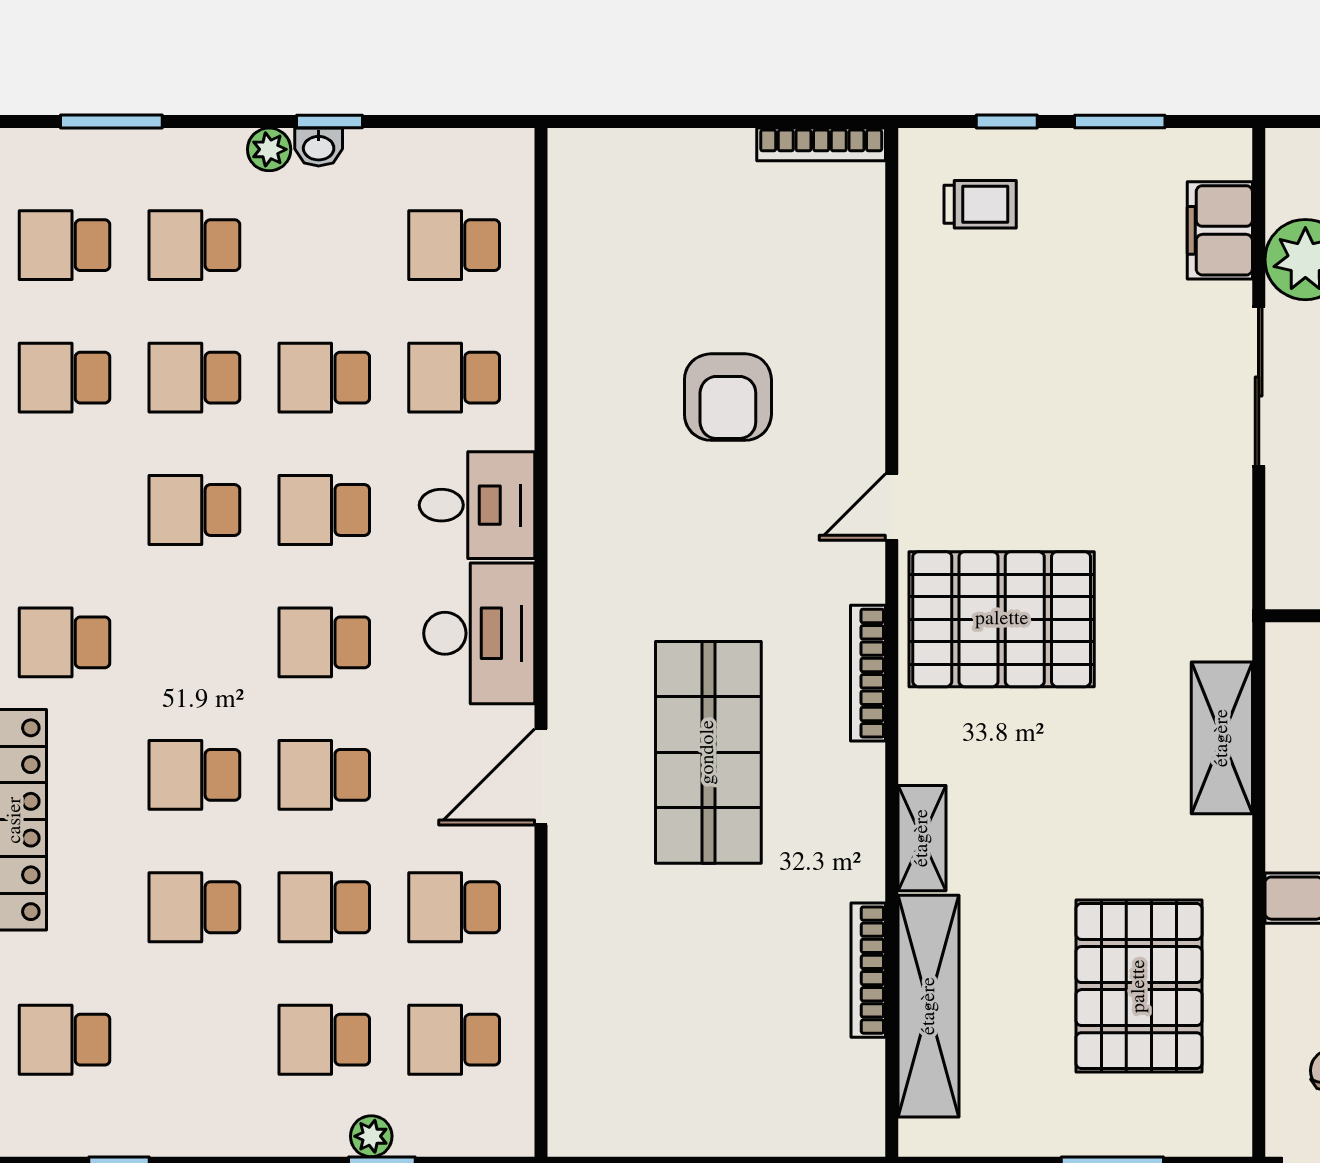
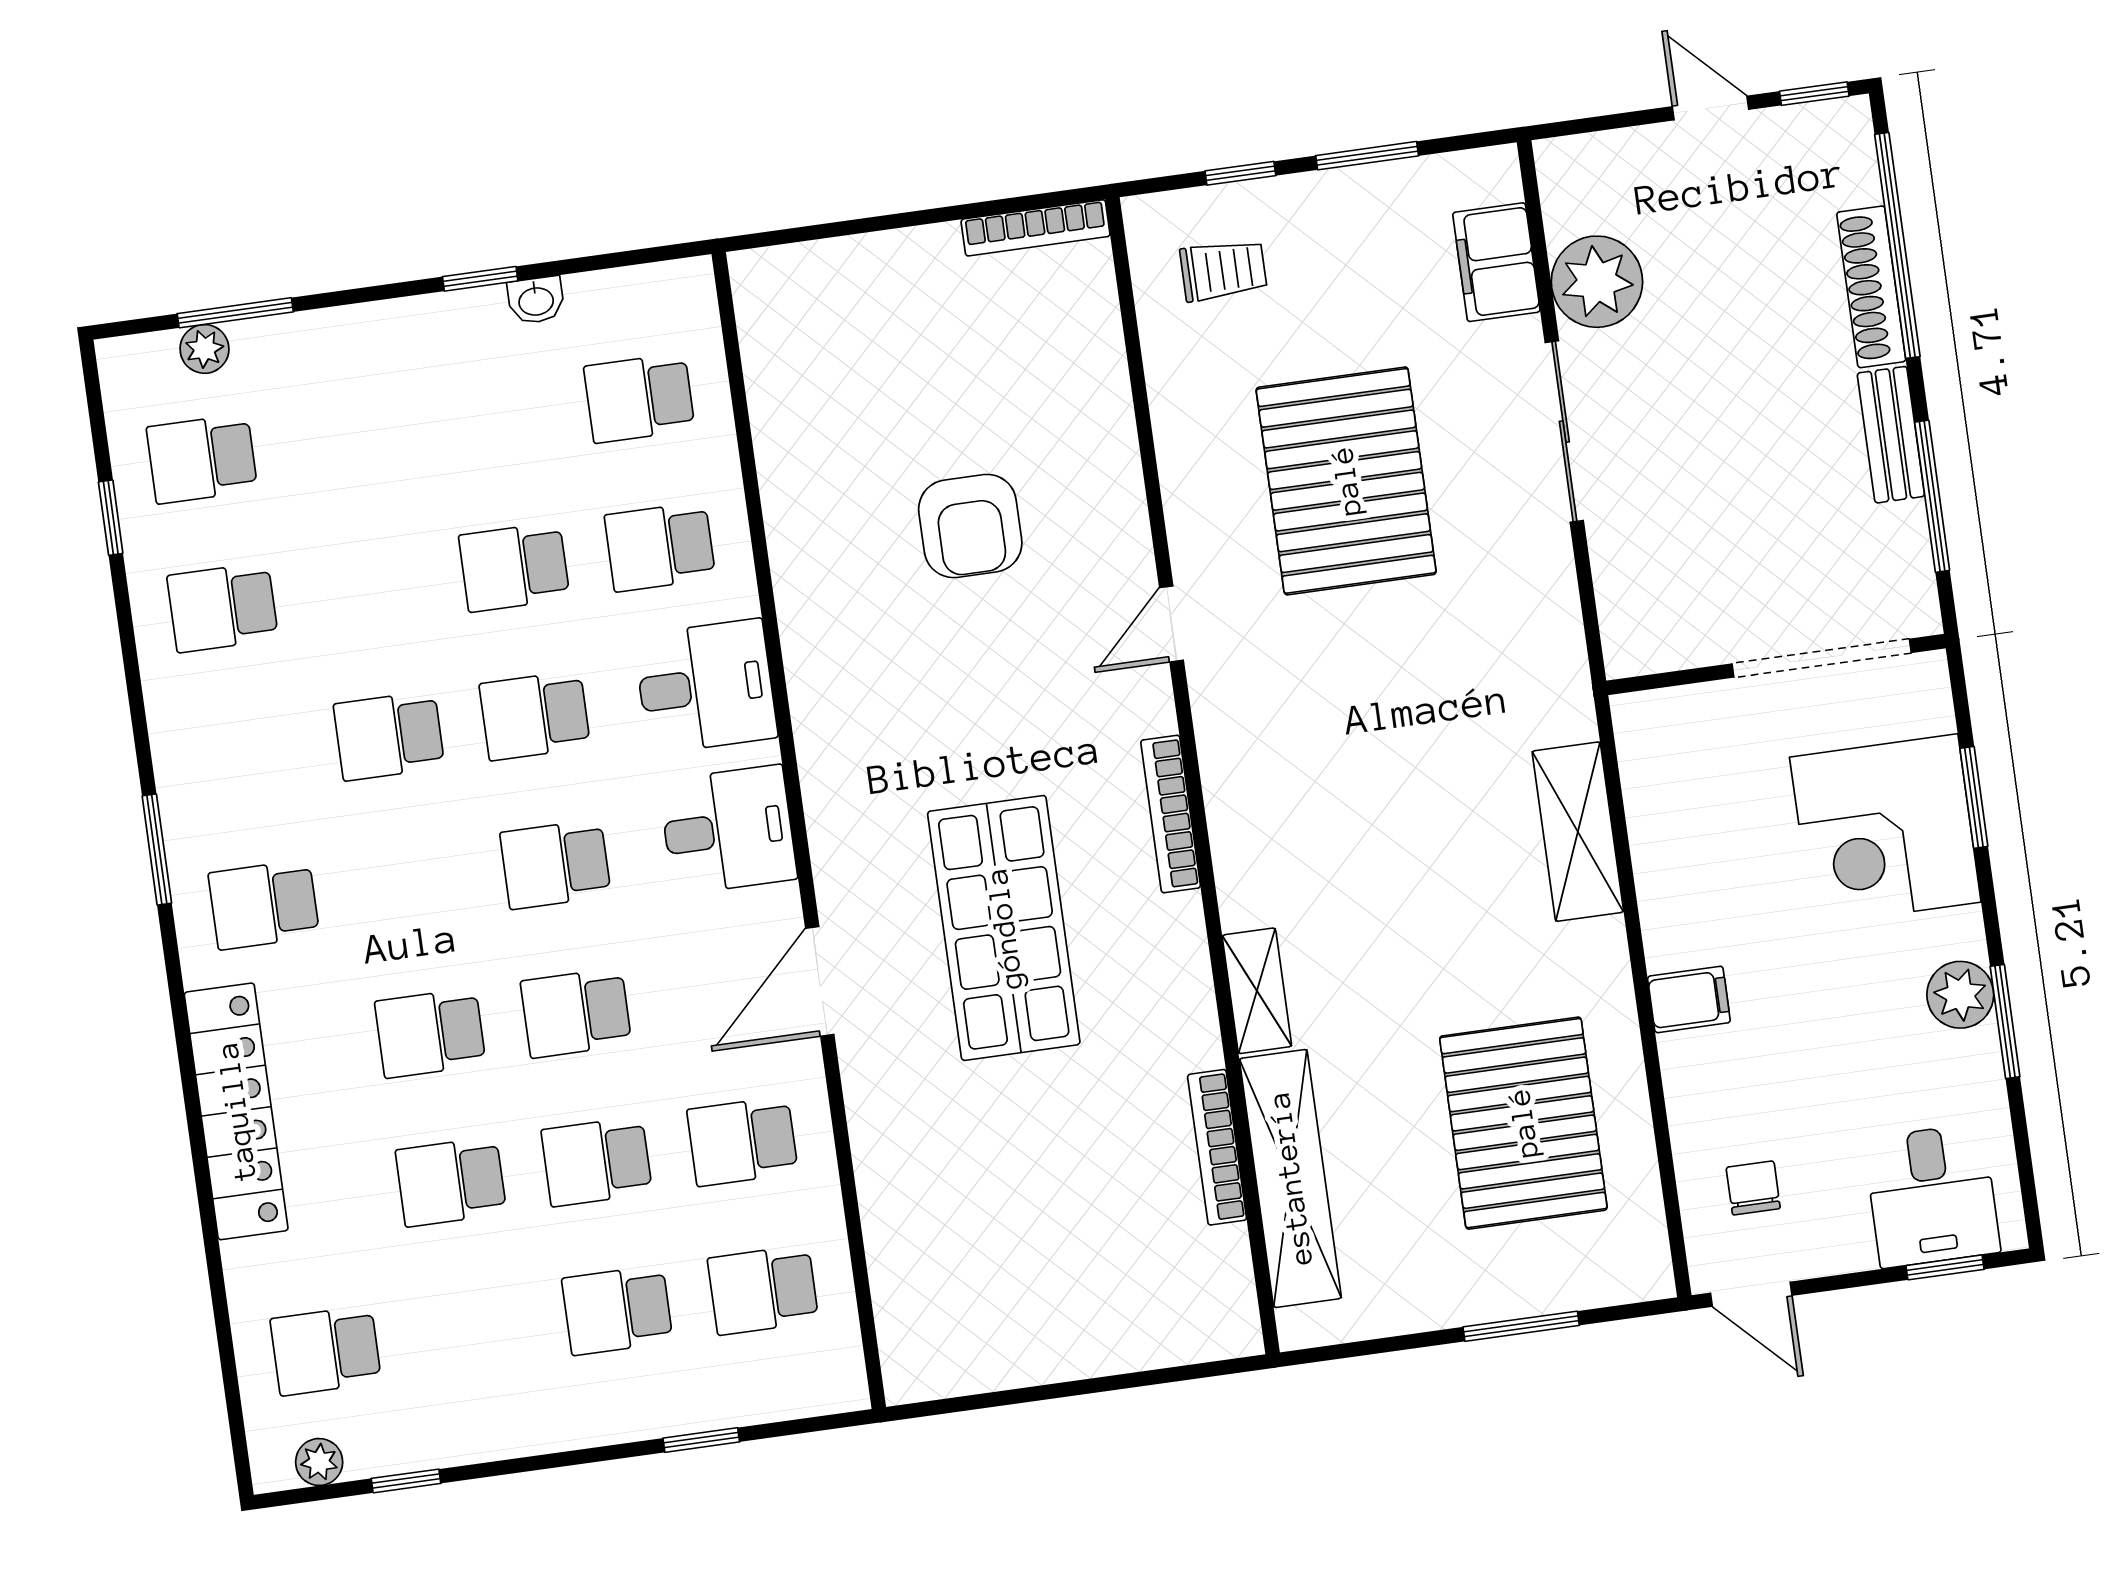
washbasin: (319, 147) -> (536, 300), moved
plant: (269, 149) -> (204, 349), moved
school desk: (194, 245) -> (348, 439), removed
school desk: (194, 378) -> (368, 587), removed
pallet: (1002, 619) -> (1346, 481), moved, turned 90
desk: (479, 633) -> (728, 830), width x0.73
plant: (371, 1136) -> (319, 1462), moved

